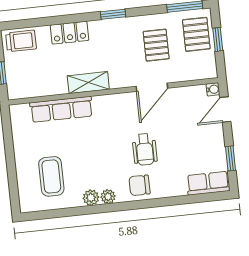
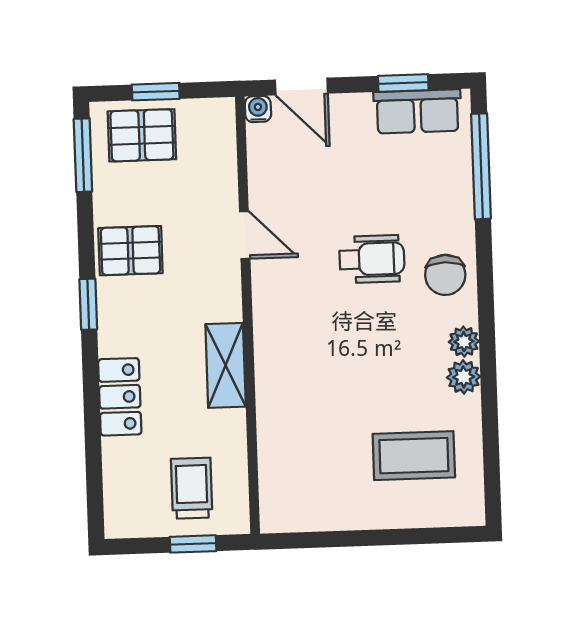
trolley: (21, 41) -> (192, 488), moved
pallet: (156, 45) -> (130, 251), moved
door: (152, 87) -> (245, 235), width x0.73
row of seats: (61, 109) -> (277, 425), removed
row of seats: (208, 183) -> (417, 111), moved, turned -90
window: (193, 199) -> (481, 166), added

